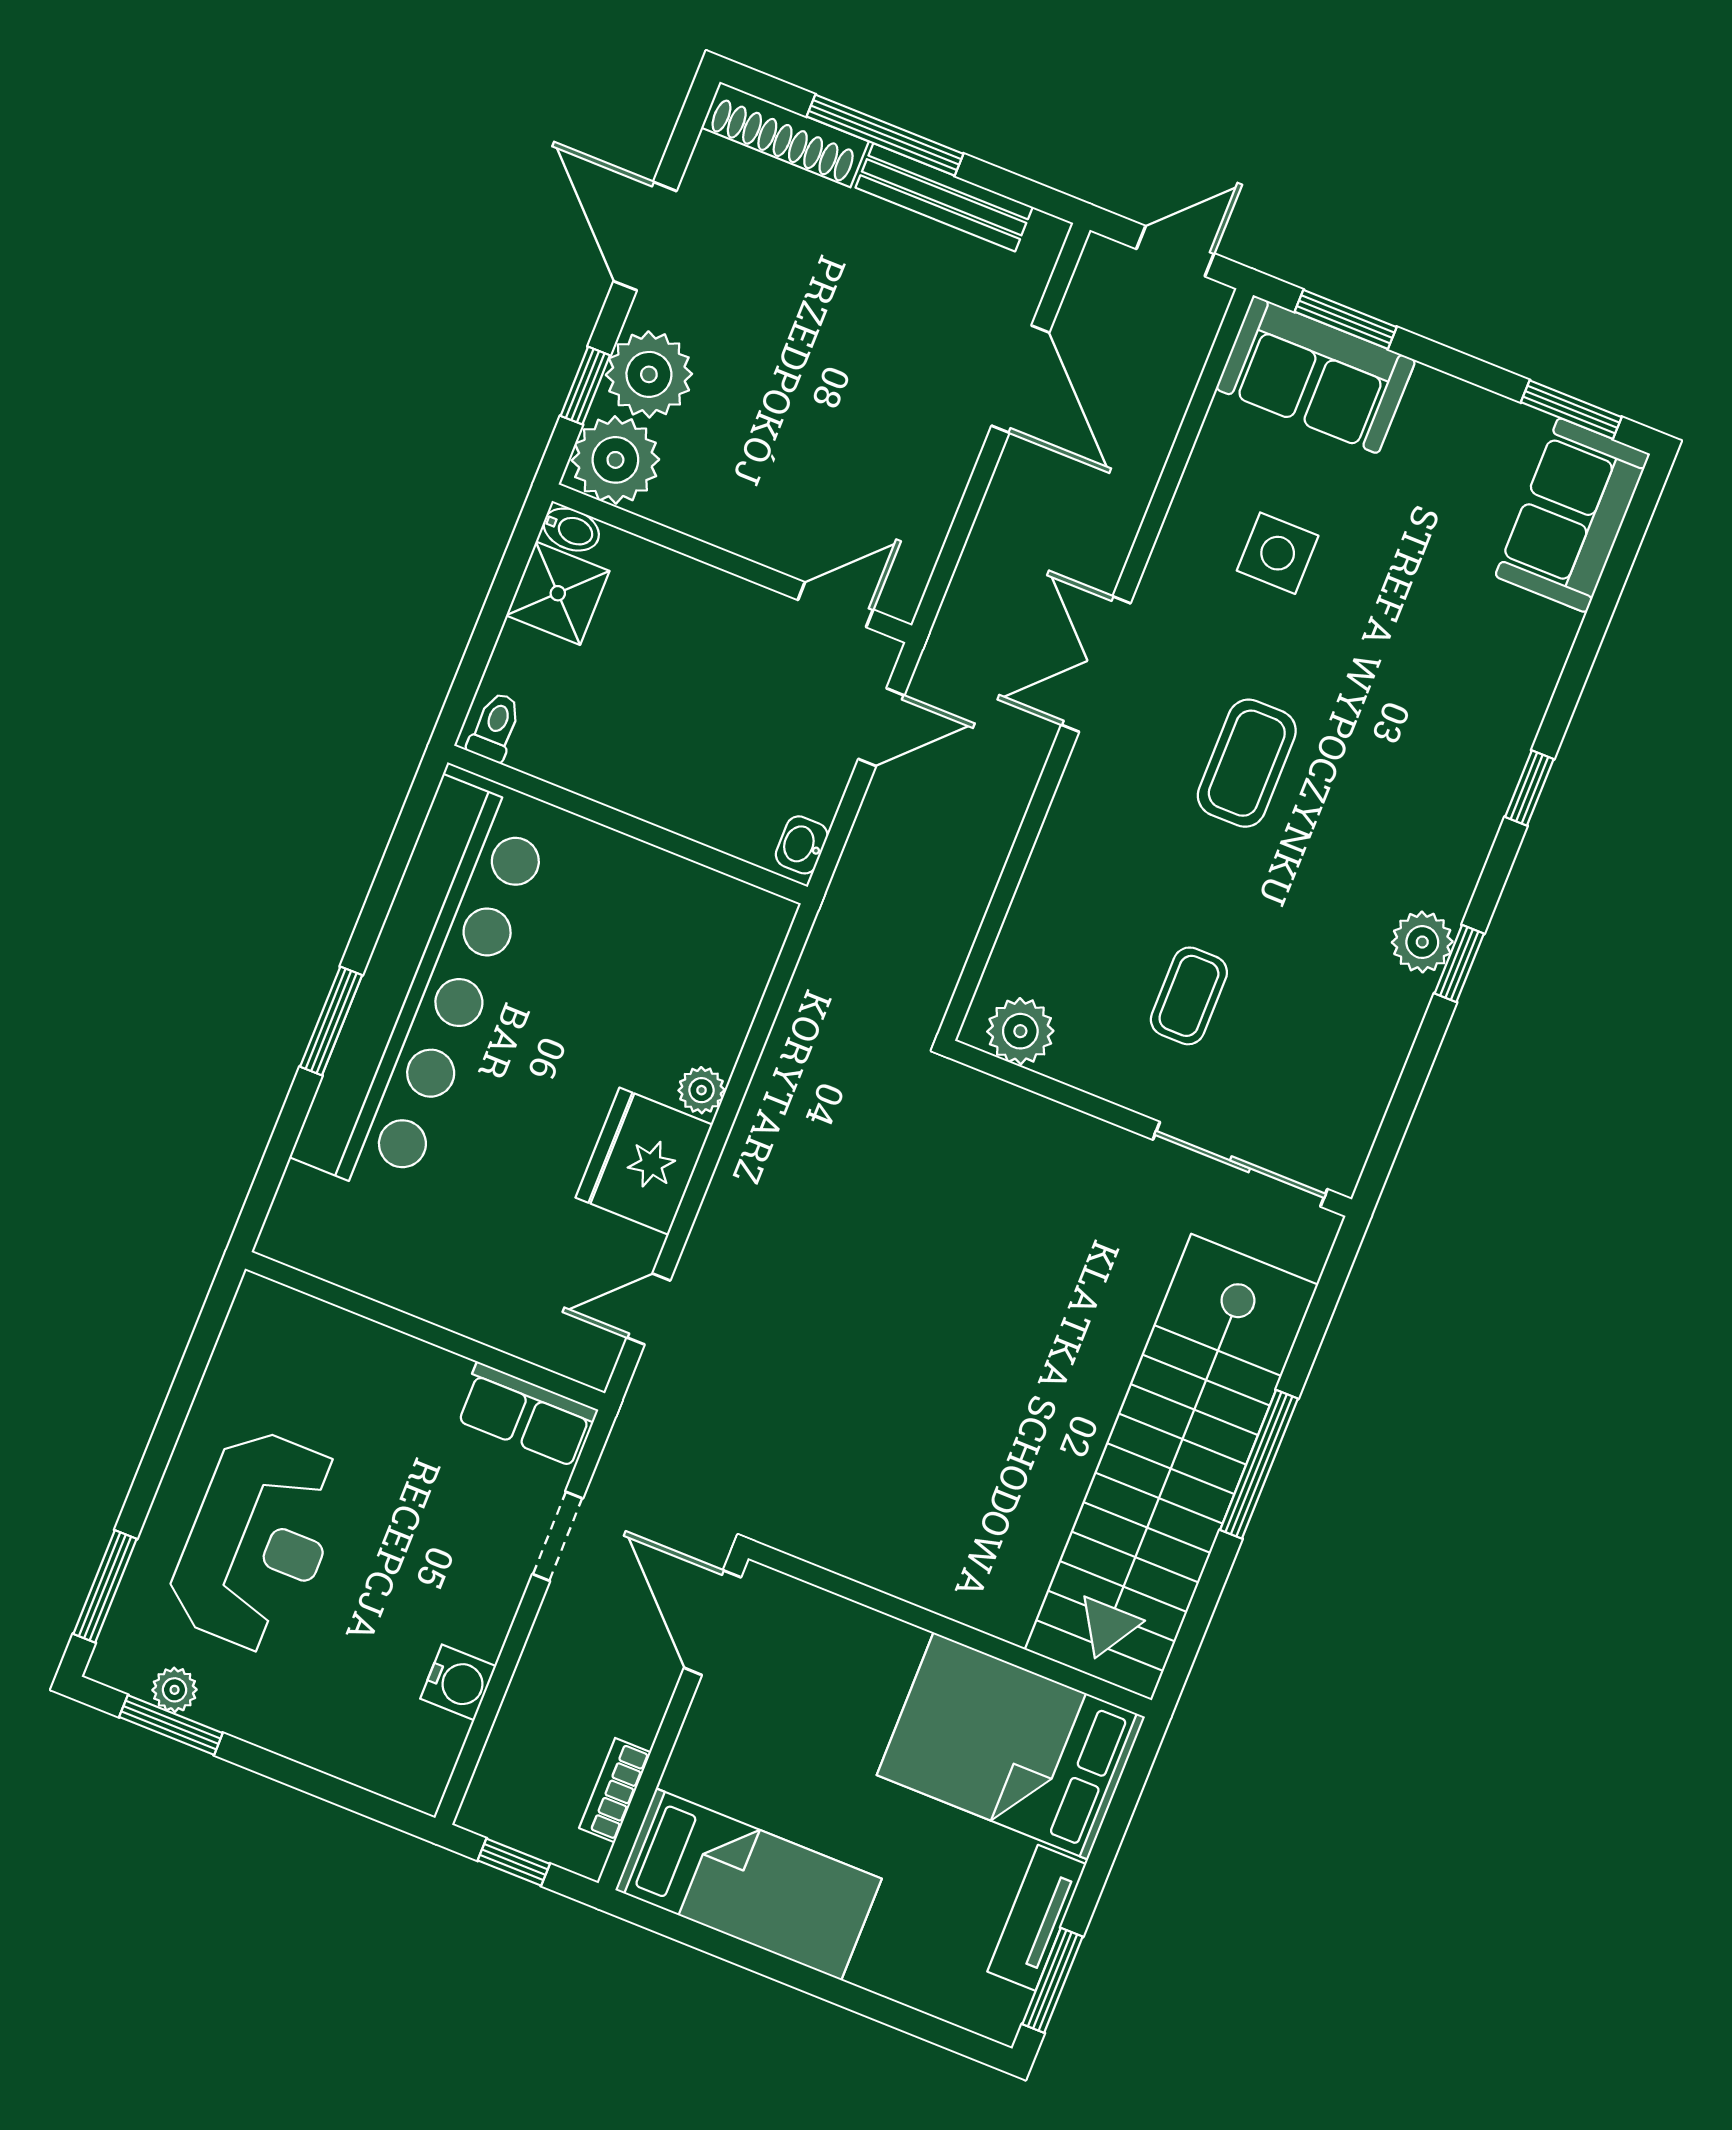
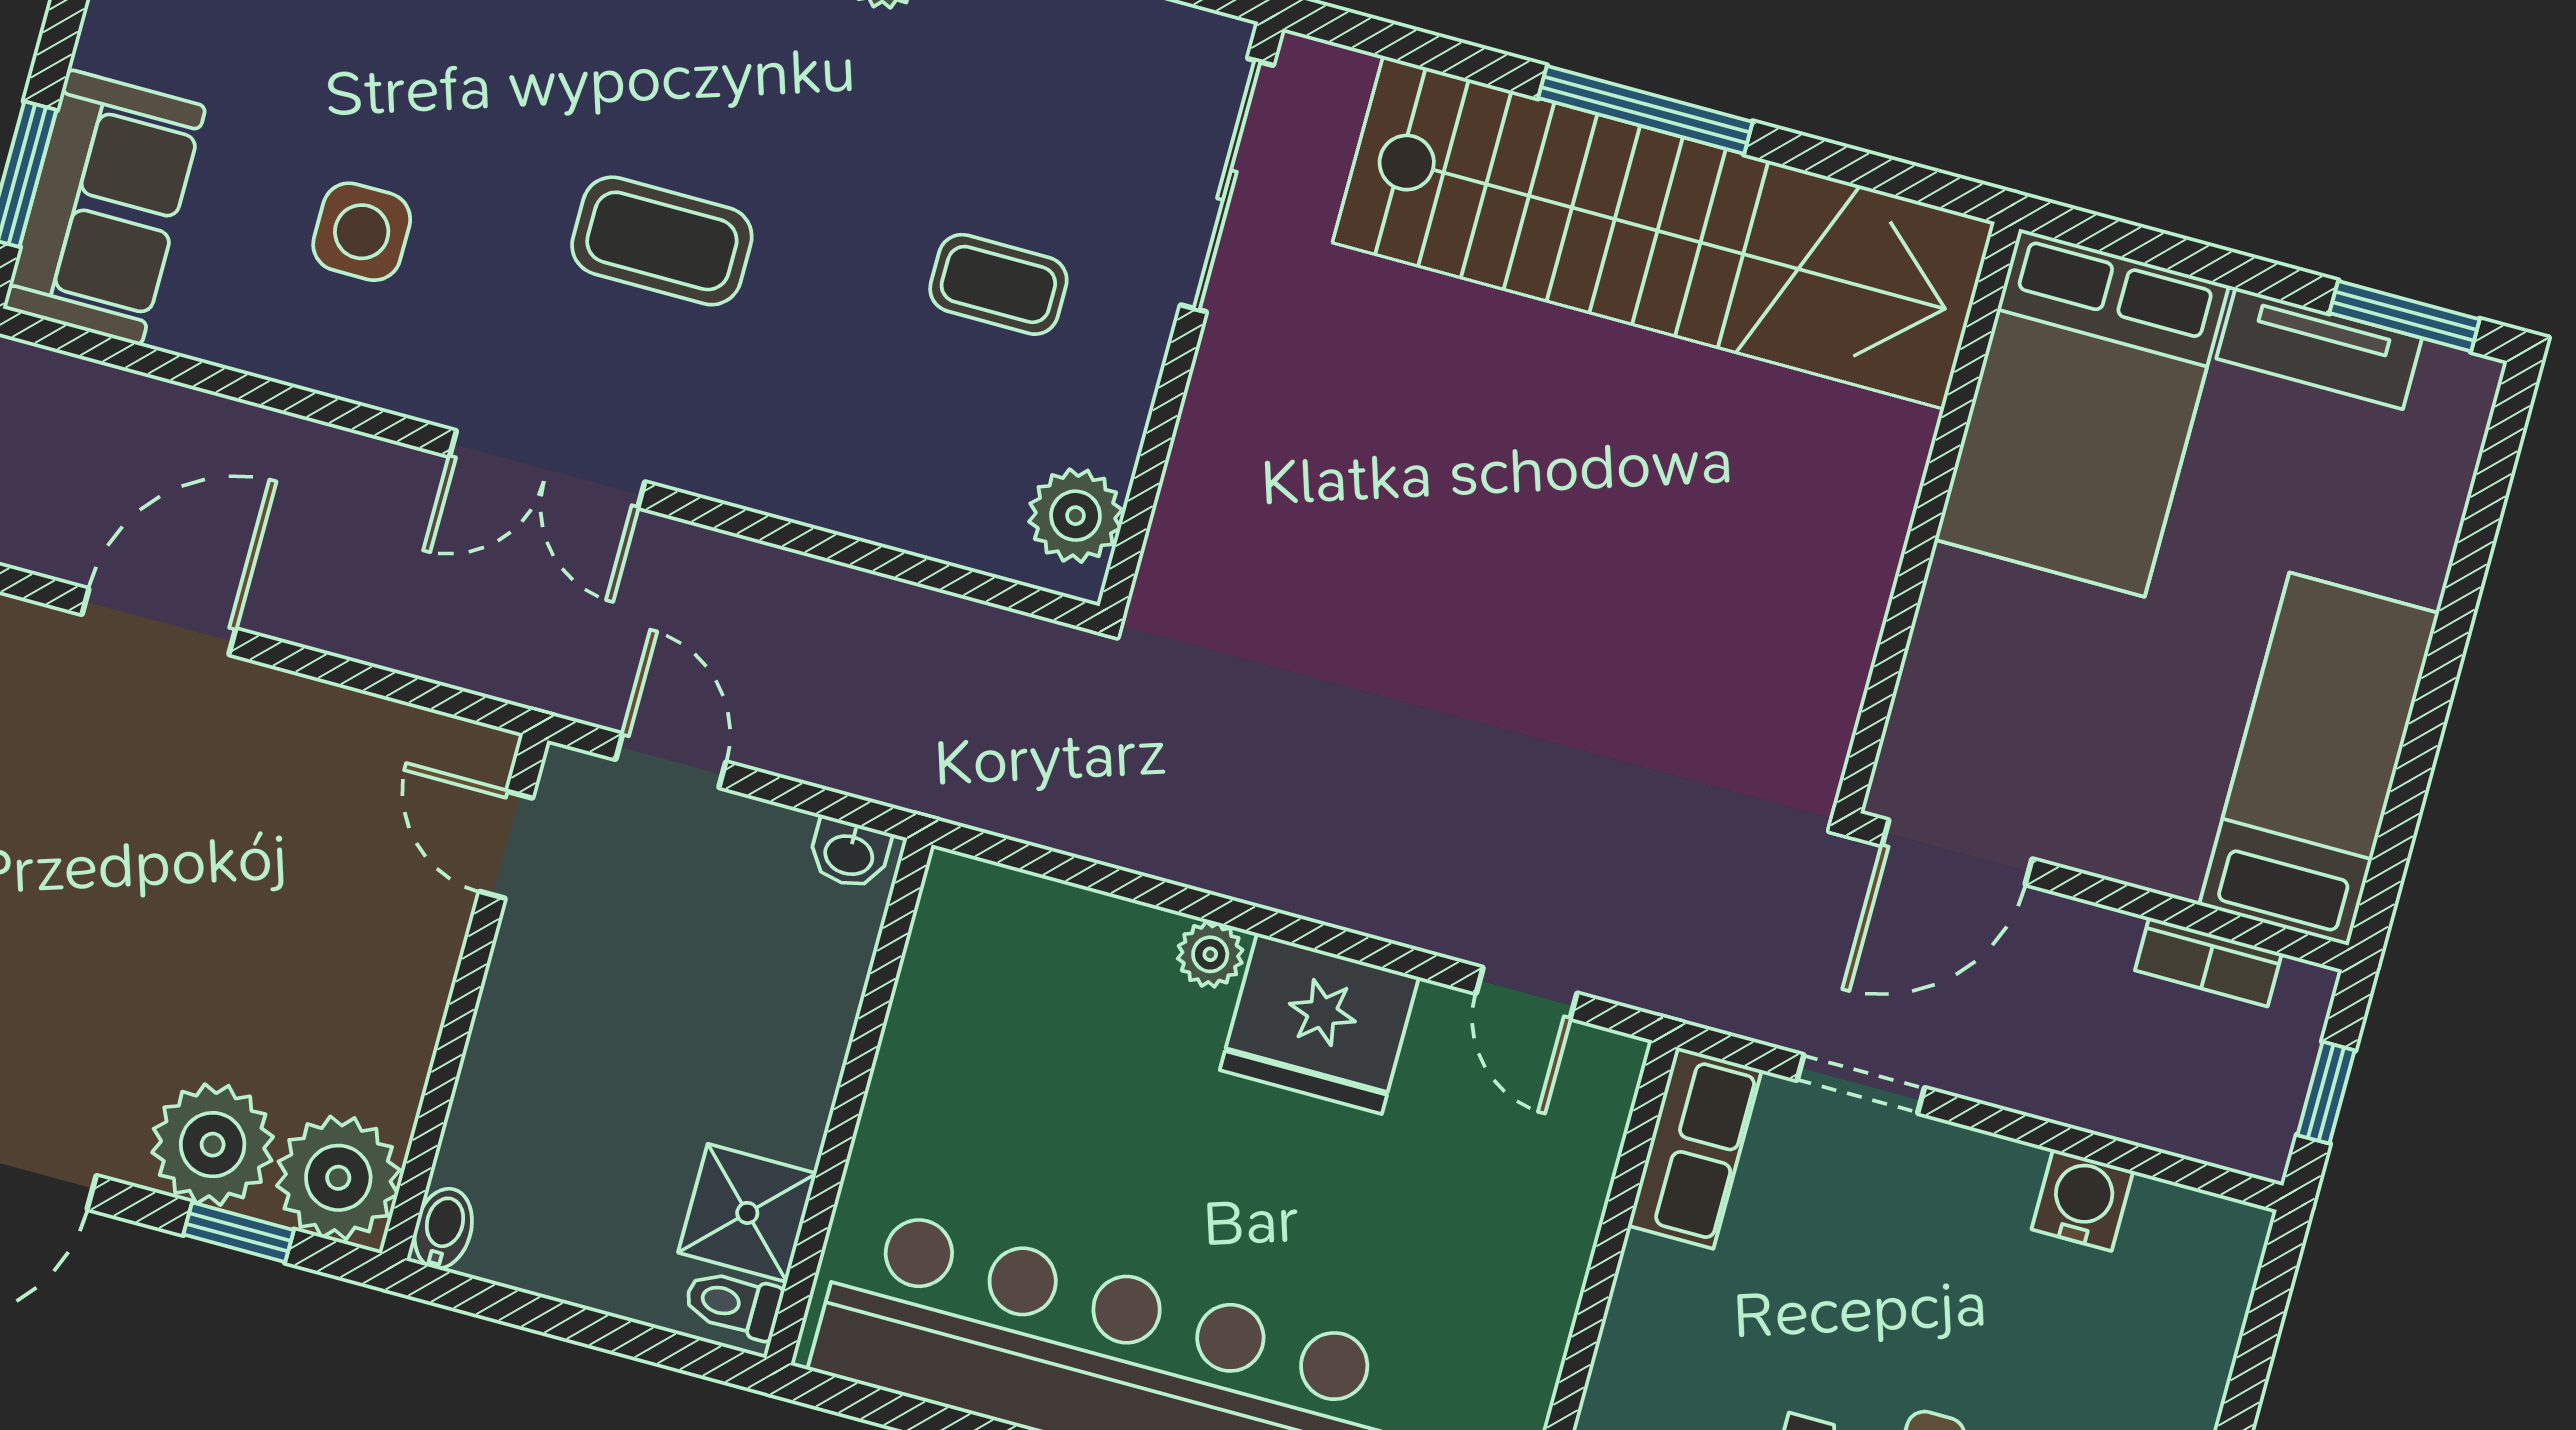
shower: (558, 593) -> (747, 1213), moved

